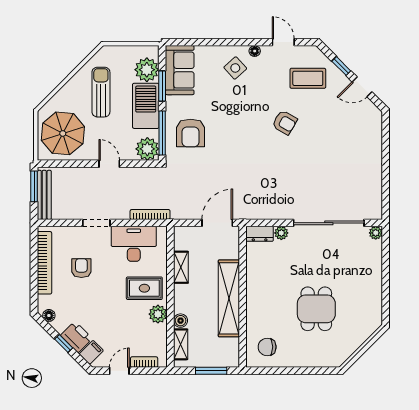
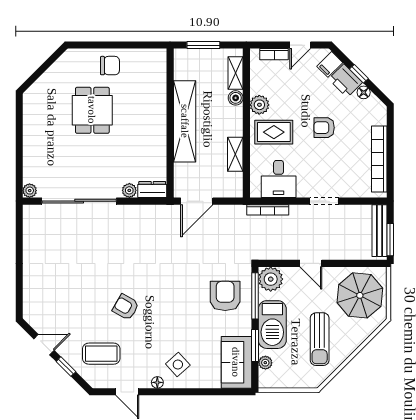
plant: (147, 70) -> (265, 363), width x0.53, depth x0.53
desk: (134, 244) -> (279, 179), width x0.73
armchair: (81, 268) -> (324, 128), moved, turned 90
floor lamp: (49, 315) -> (364, 92), moved
chair: (267, 347) -> (110, 66), moved

